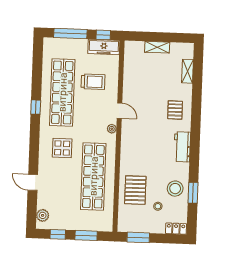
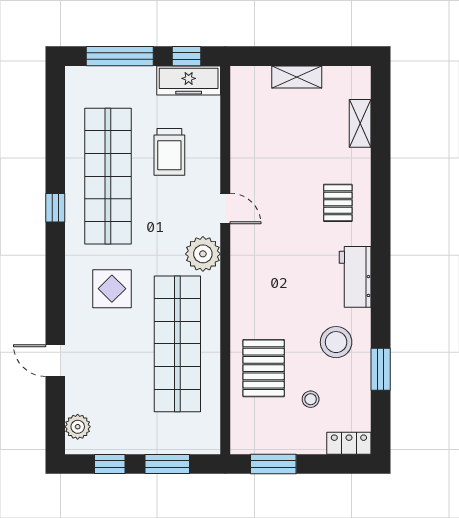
trolley: (93, 82) -> (169, 152), turned 90
plant: (112, 129) -> (203, 254), width x1.88, depth x1.88
stool: (175, 189) -> (336, 342), moved

